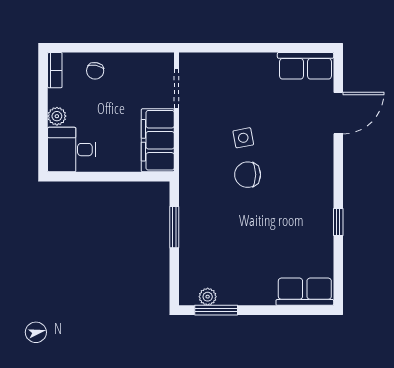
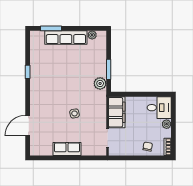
row of seats: (305, 66) -> (67, 149), moved
chair: (248, 175) -> (72, 95), removed
plant: (191, 199) -> (100, 83), added
row of seats: (305, 292) -> (66, 37), moved, width x1.48
window: (216, 310) -> (51, 28), moved

